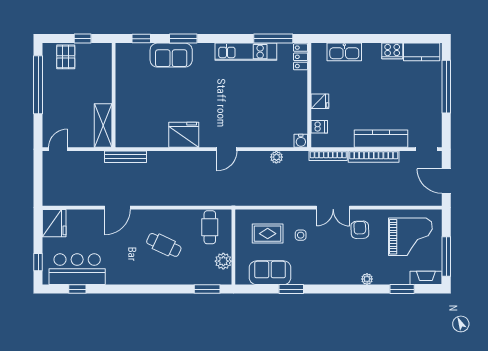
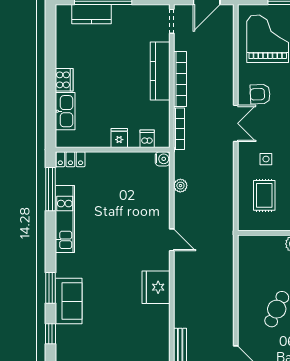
cooker: (392, 51) -> (64, 80), moved
kitchen counter: (422, 52) -> (92, 14), moved, turned 90
cafe table: (210, 227) -> (257, 259), removed

